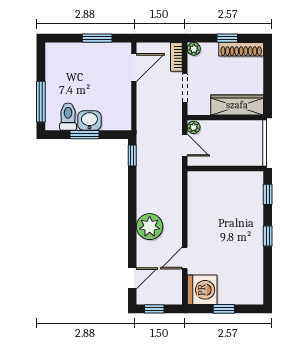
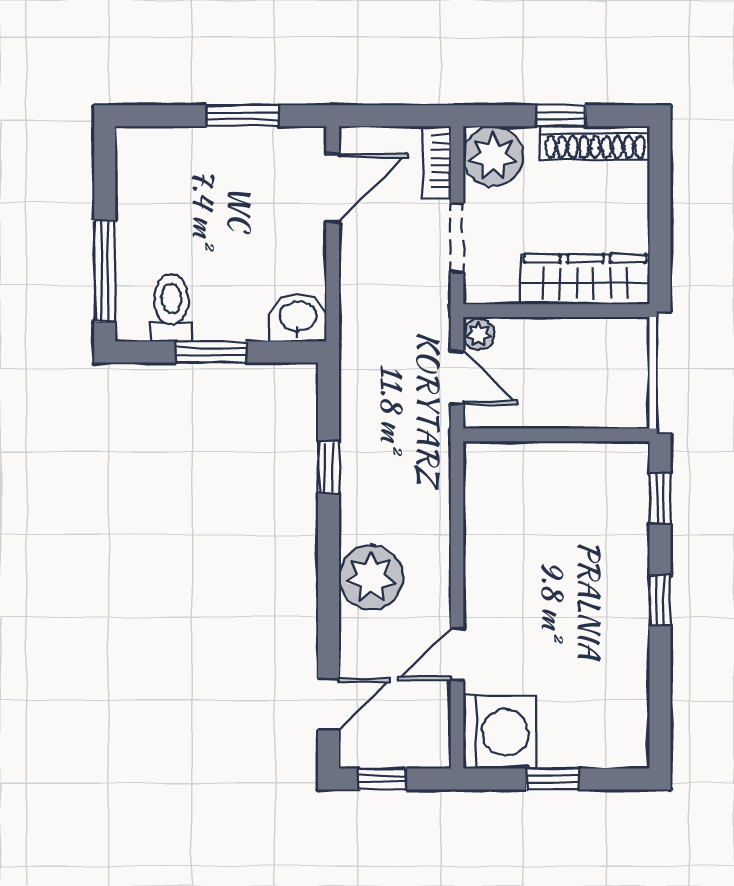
plant: (194, 49) -> (493, 156), width x1.87, depth x1.87
washbasin: (89, 121) -> (298, 318), moved
window: (132, 155) -> (329, 467), moved

